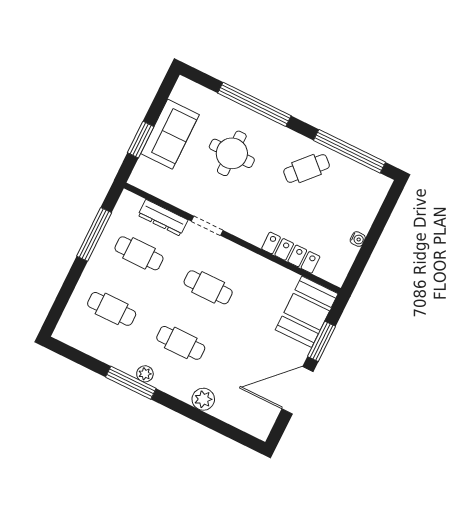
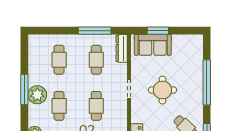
sofa: (170, 134) -> (153, 45), moved
round table: (232, 153) -> (162, 90), moved
dresser: (163, 218) -> (122, 48), moved
plant: (145, 374) -> (37, 95), width x1.87, depth x1.87

